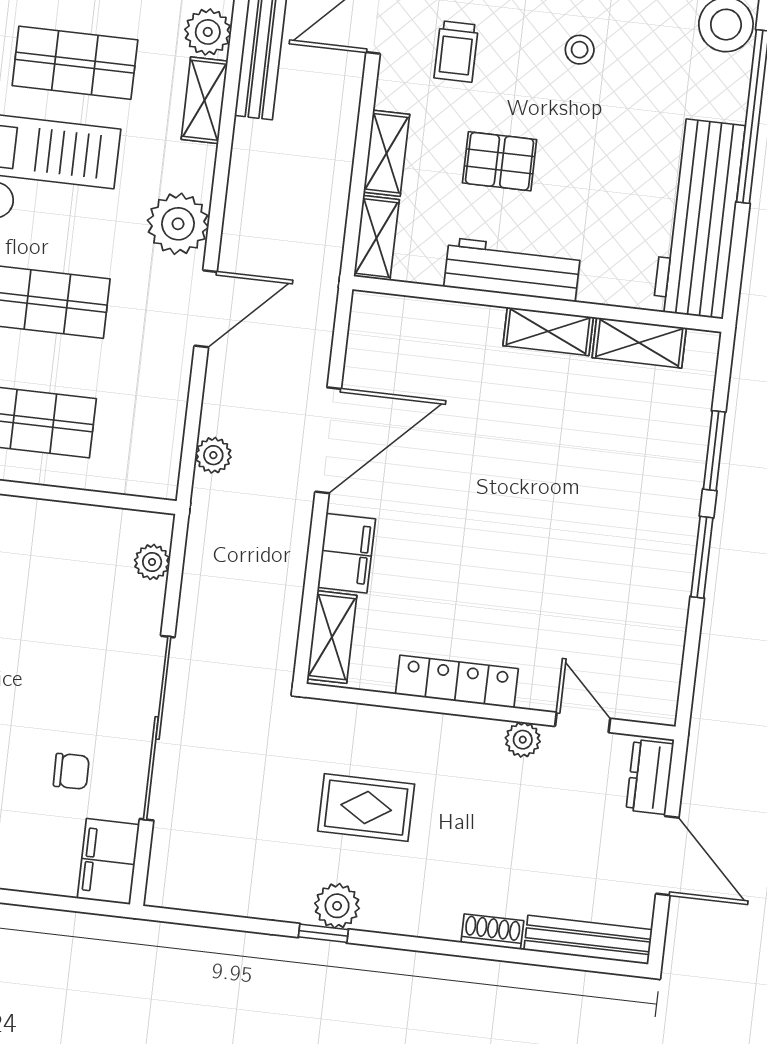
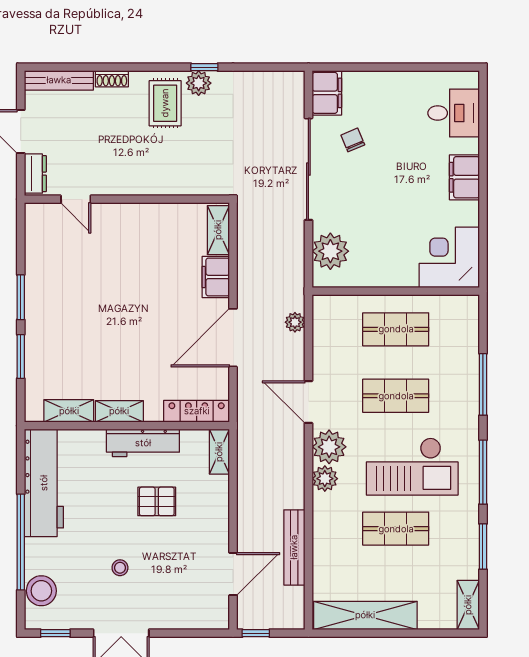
plant: (208, 32) -> (325, 479), moved
trolley: (456, 51) -> (187, 559), removed
shelving: (205, 100) -> (322, 516), removed
shelving: (387, 153) -> (219, 499), removed
door: (206, 309) -> (308, 402), hinge flipped
plant: (152, 562) -> (330, 251), width x1.87, depth x1.87
locker: (457, 681) -> (197, 411), moved, turned 180
plant: (523, 740) -> (107, 186), removed
chair: (71, 771) -> (353, 140), turned 68
rug: (366, 808) -> (165, 103), moved, turned 90

